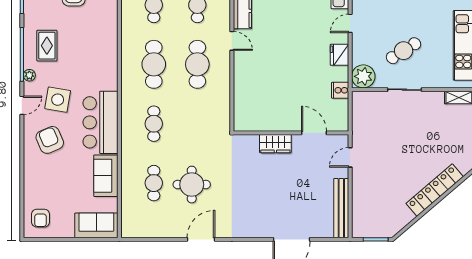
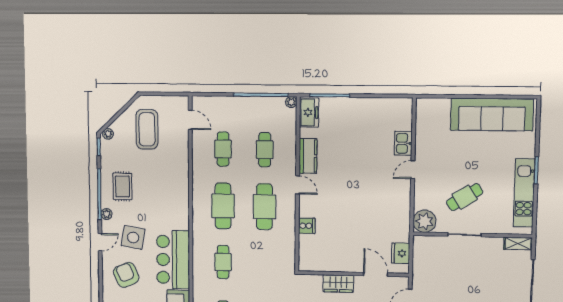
fridge: (340, 55) -> (401, 253), moved
cooker: (340, 90) -> (307, 226), moved, turned 180

